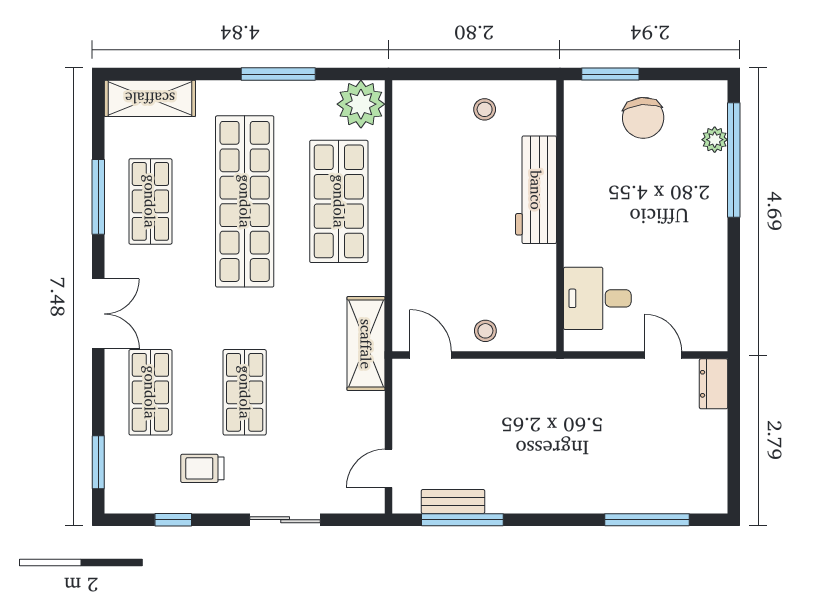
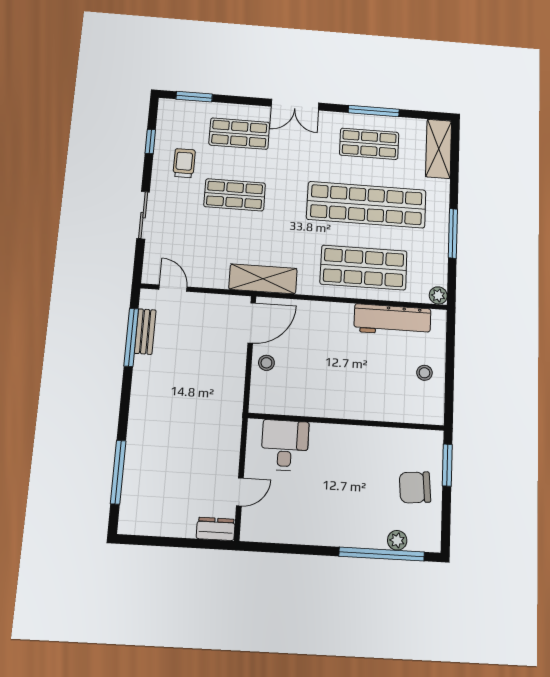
plant: (361, 104) -> (438, 295), width x0.53, depth x0.53
workbench: (536, 190) -> (392, 320), moved, turned 180
door: (430, 355) -> (252, 323), width x1.38

